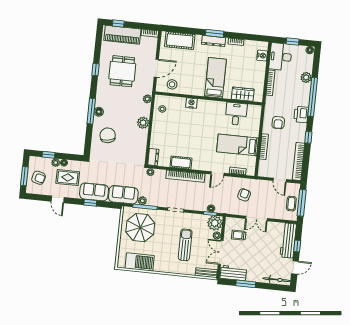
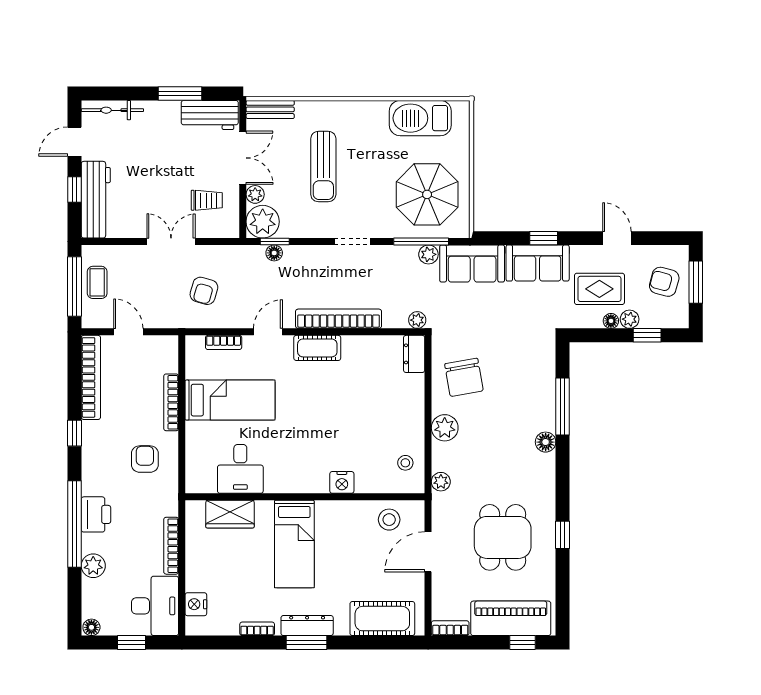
window: (91, 111) -> (562, 407), moved
printer: (301, 114) -> (96, 514), moved
chair: (108, 135) -> (464, 377), moved
cot: (181, 163) -> (317, 348), moved

